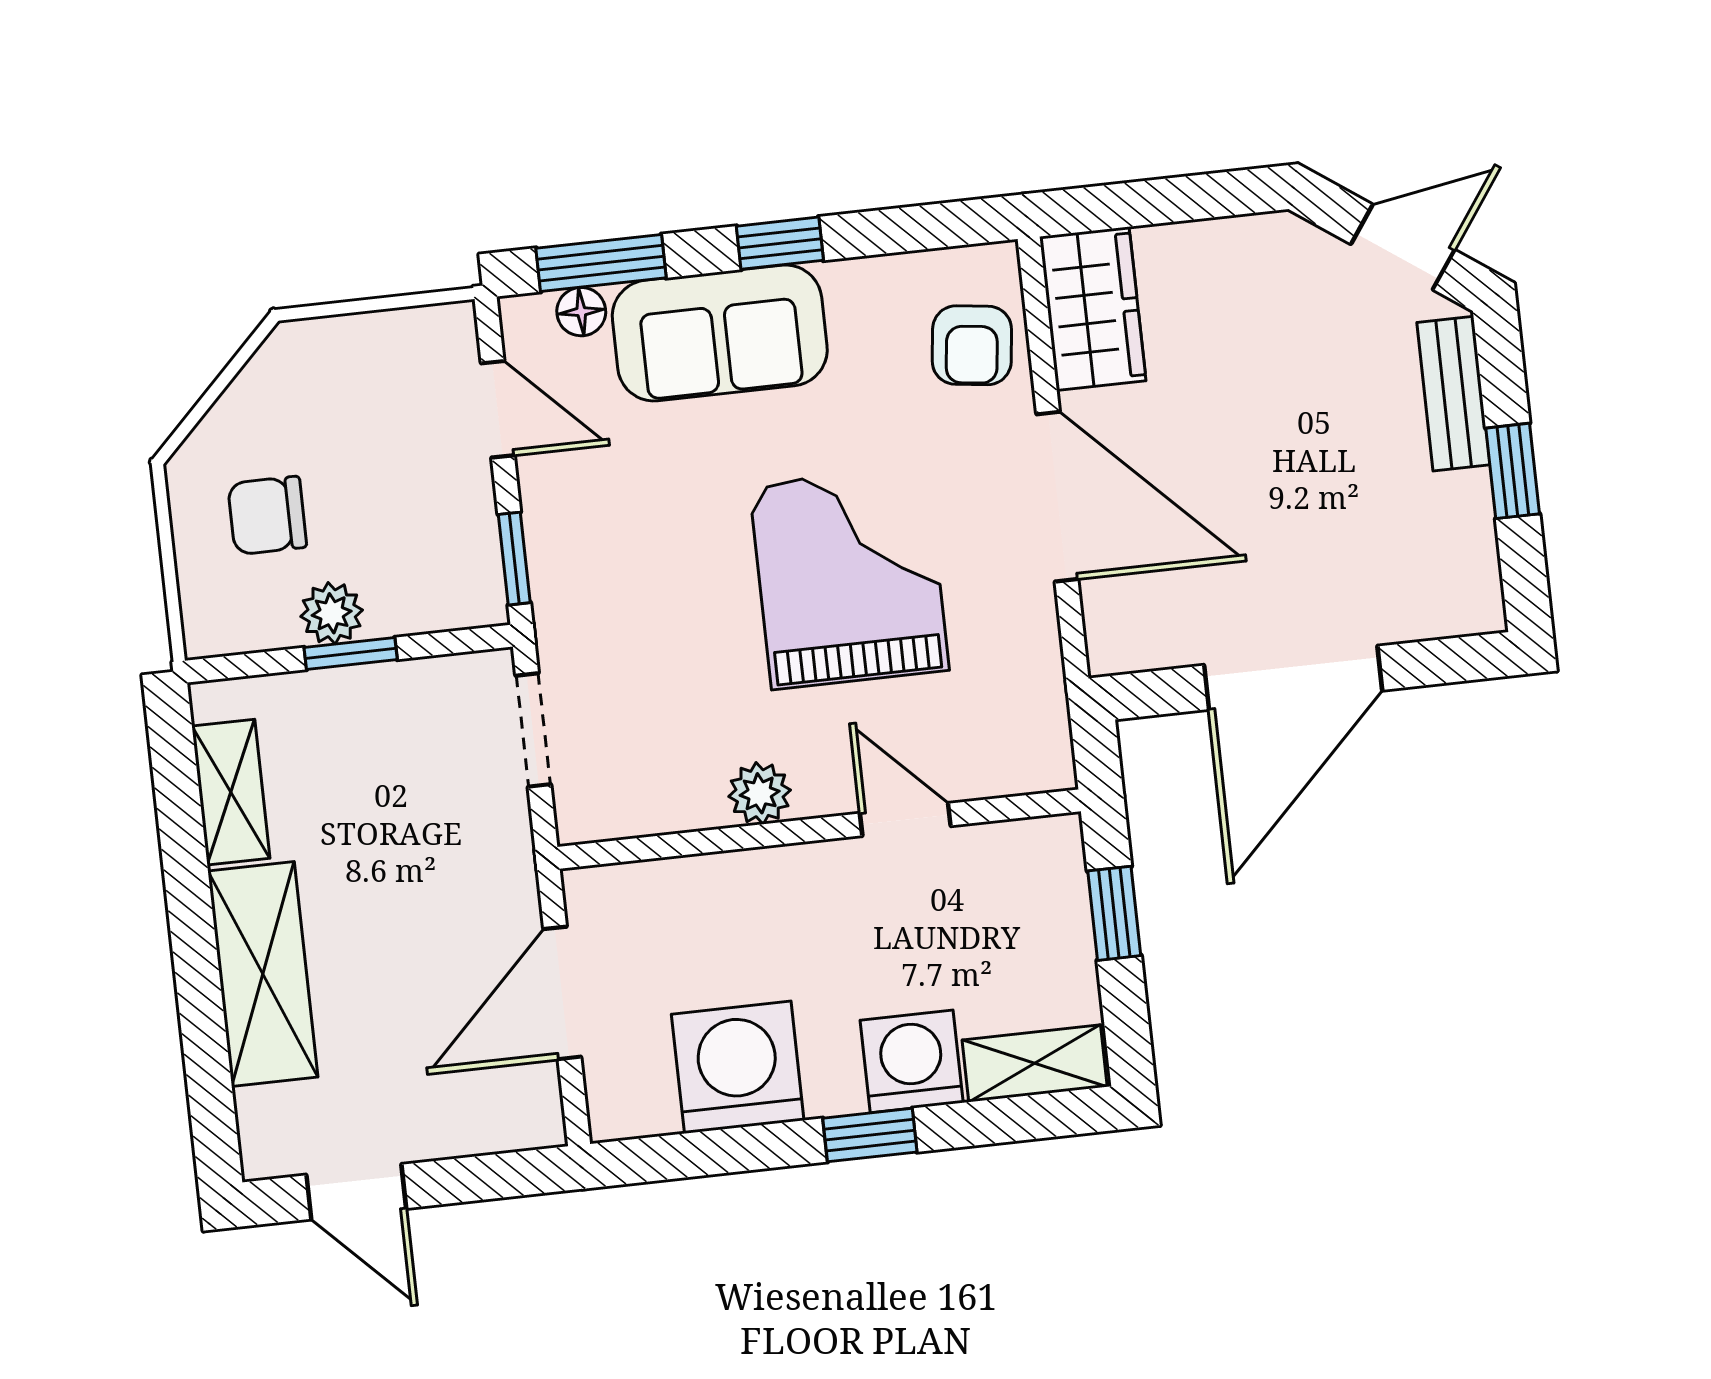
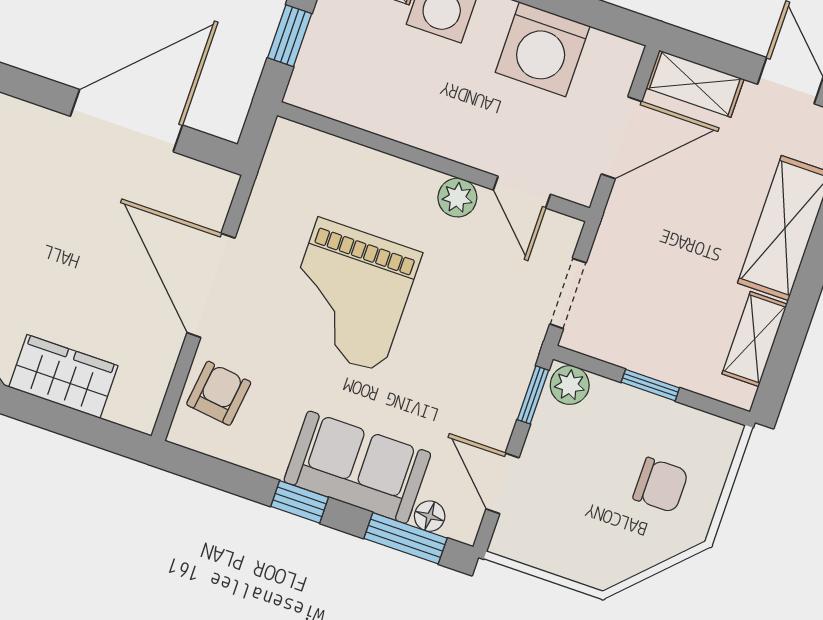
wardrobe: (1093, 309) -> (63, 376), moved, turned 90
plant: (332, 613) -> (570, 385), moved
door: (905, 820) -> (522, 192), moved
shelving: (493, 1122) -> (695, 84), added

